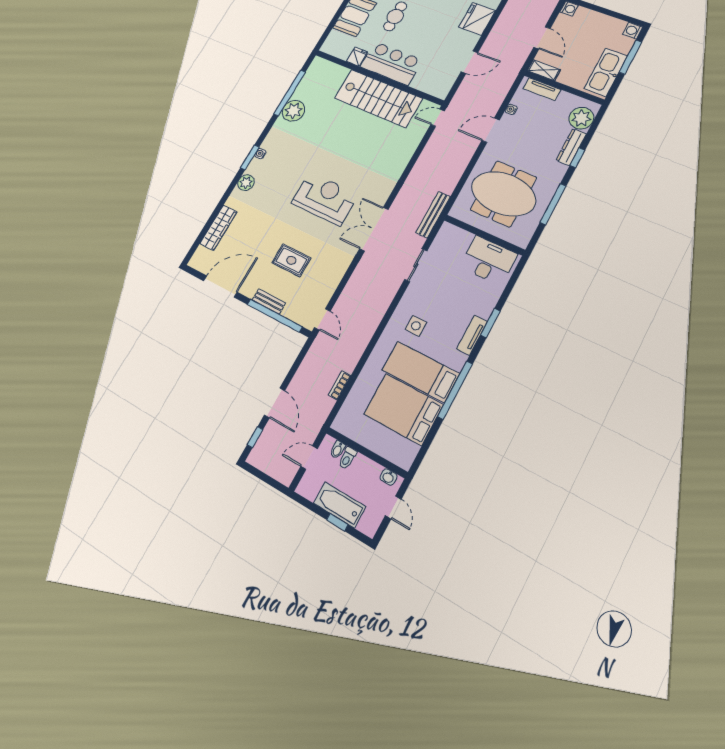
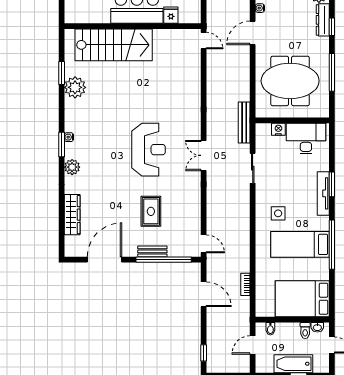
fridge: (357, 57) -> (171, 15), moved
window: (290, 93) -> (62, 73), width x0.47
stairs: (378, 98) -> (114, 45), moved
door: (438, 118) -> (204, 41), swing flipped
reception desk: (325, 199) -> (149, 150), turned 90
double door: (374, 229) -> (204, 155), width x0.73
nightstand: (465, 237) -> (278, 129), added
rug: (291, 260) -> (151, 211), turned 90
tv unit: (472, 335) -> (323, 193), width x1.41
door: (275, 403) -> (204, 294), moved
bed: (403, 409) -> (302, 299), moved
toilet: (347, 458) -> (305, 331), moved

